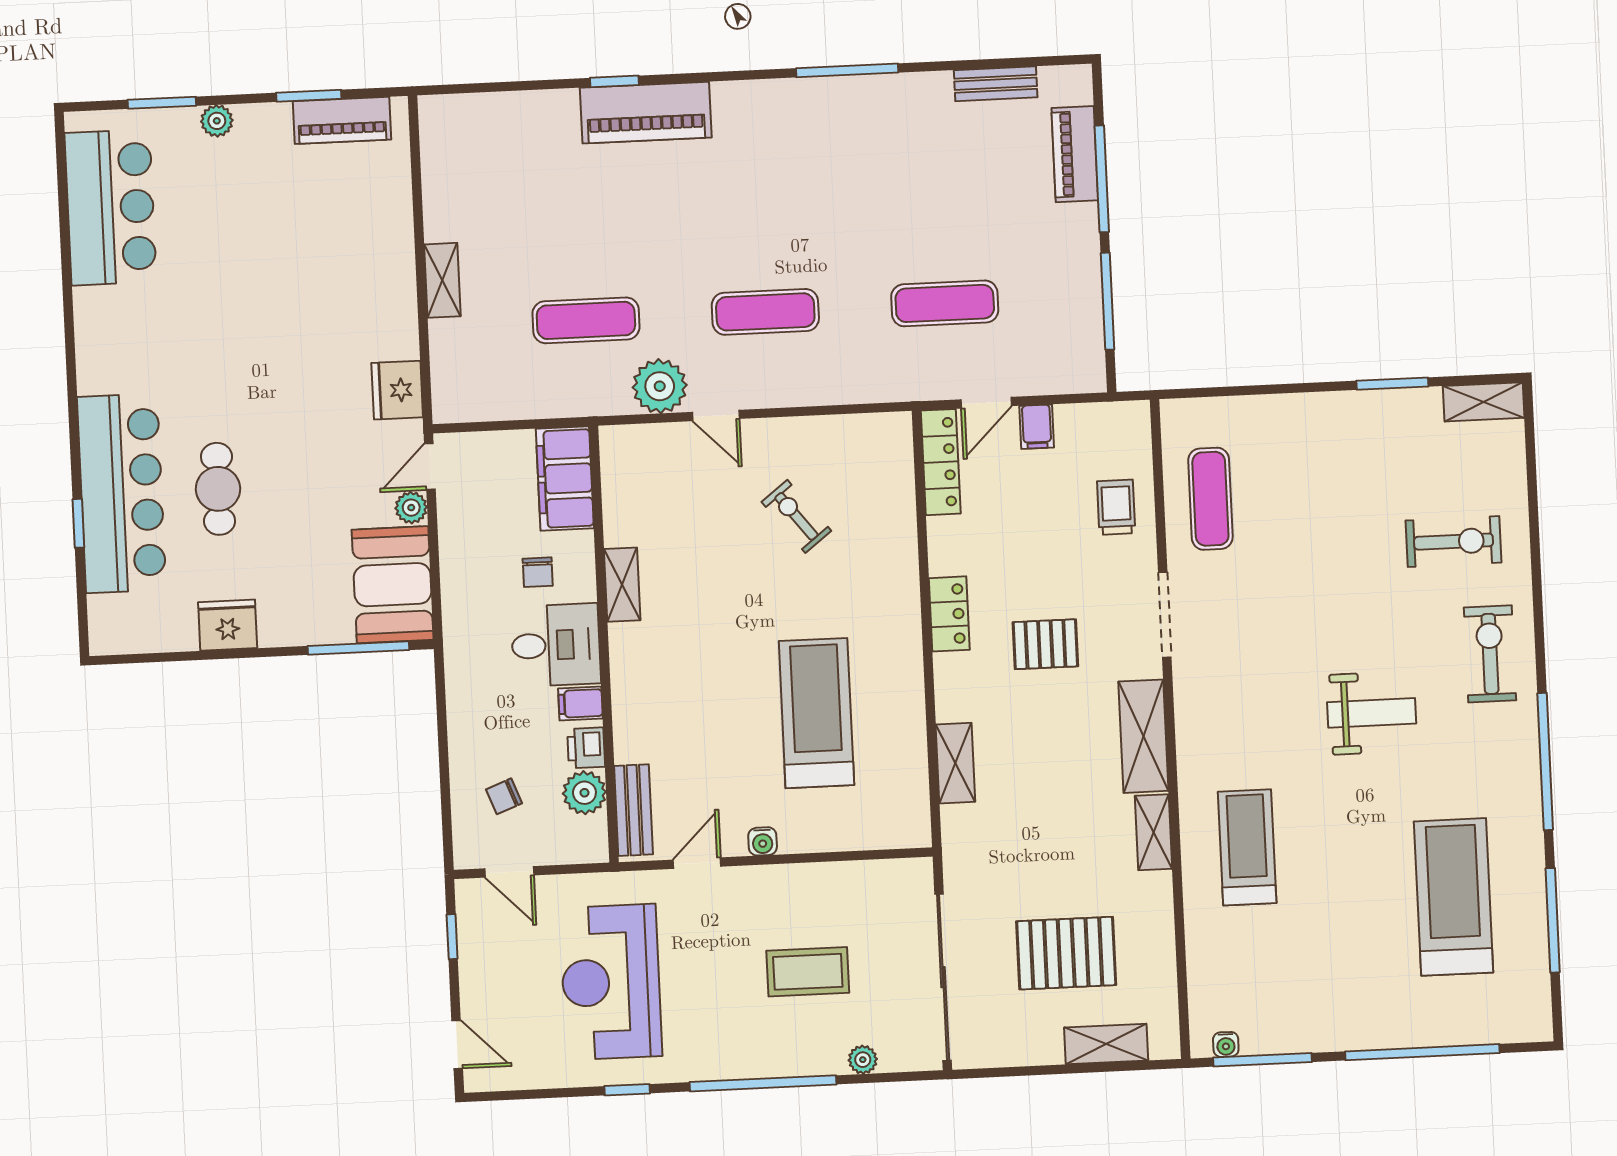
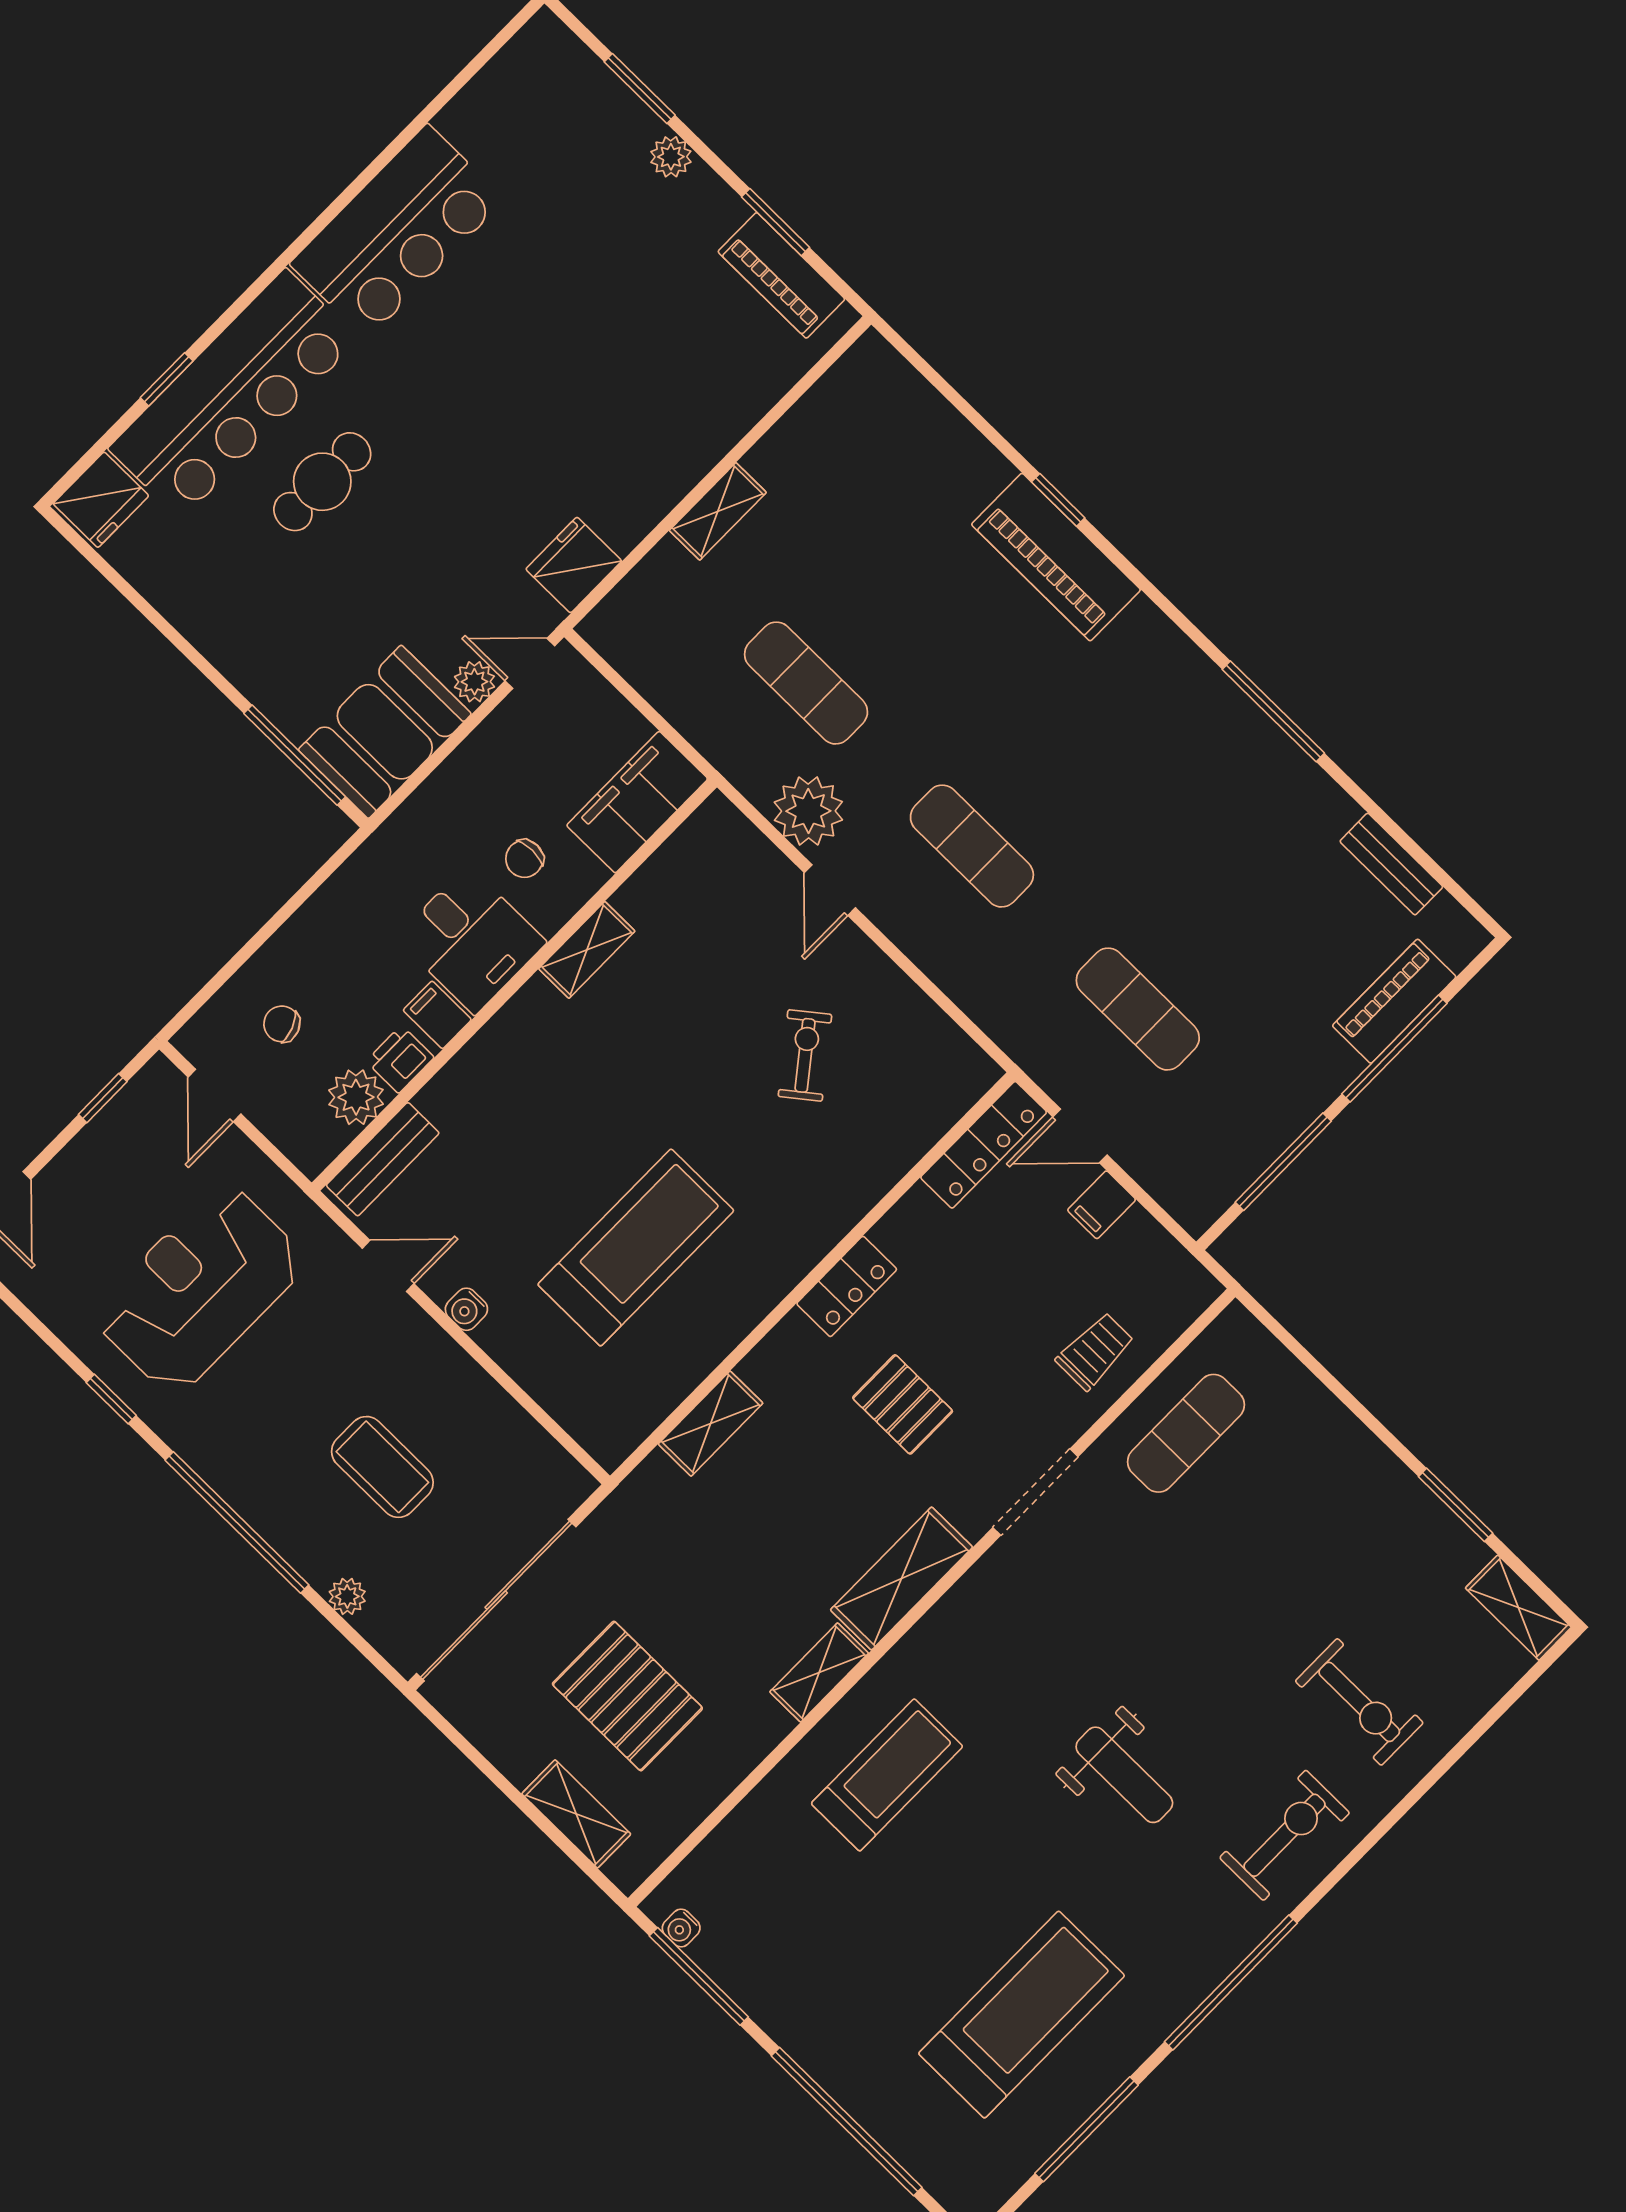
bar counter: (111, 207) -> (397, 232), moved
fridge: (228, 625) -> (101, 500), moved, turned 90

